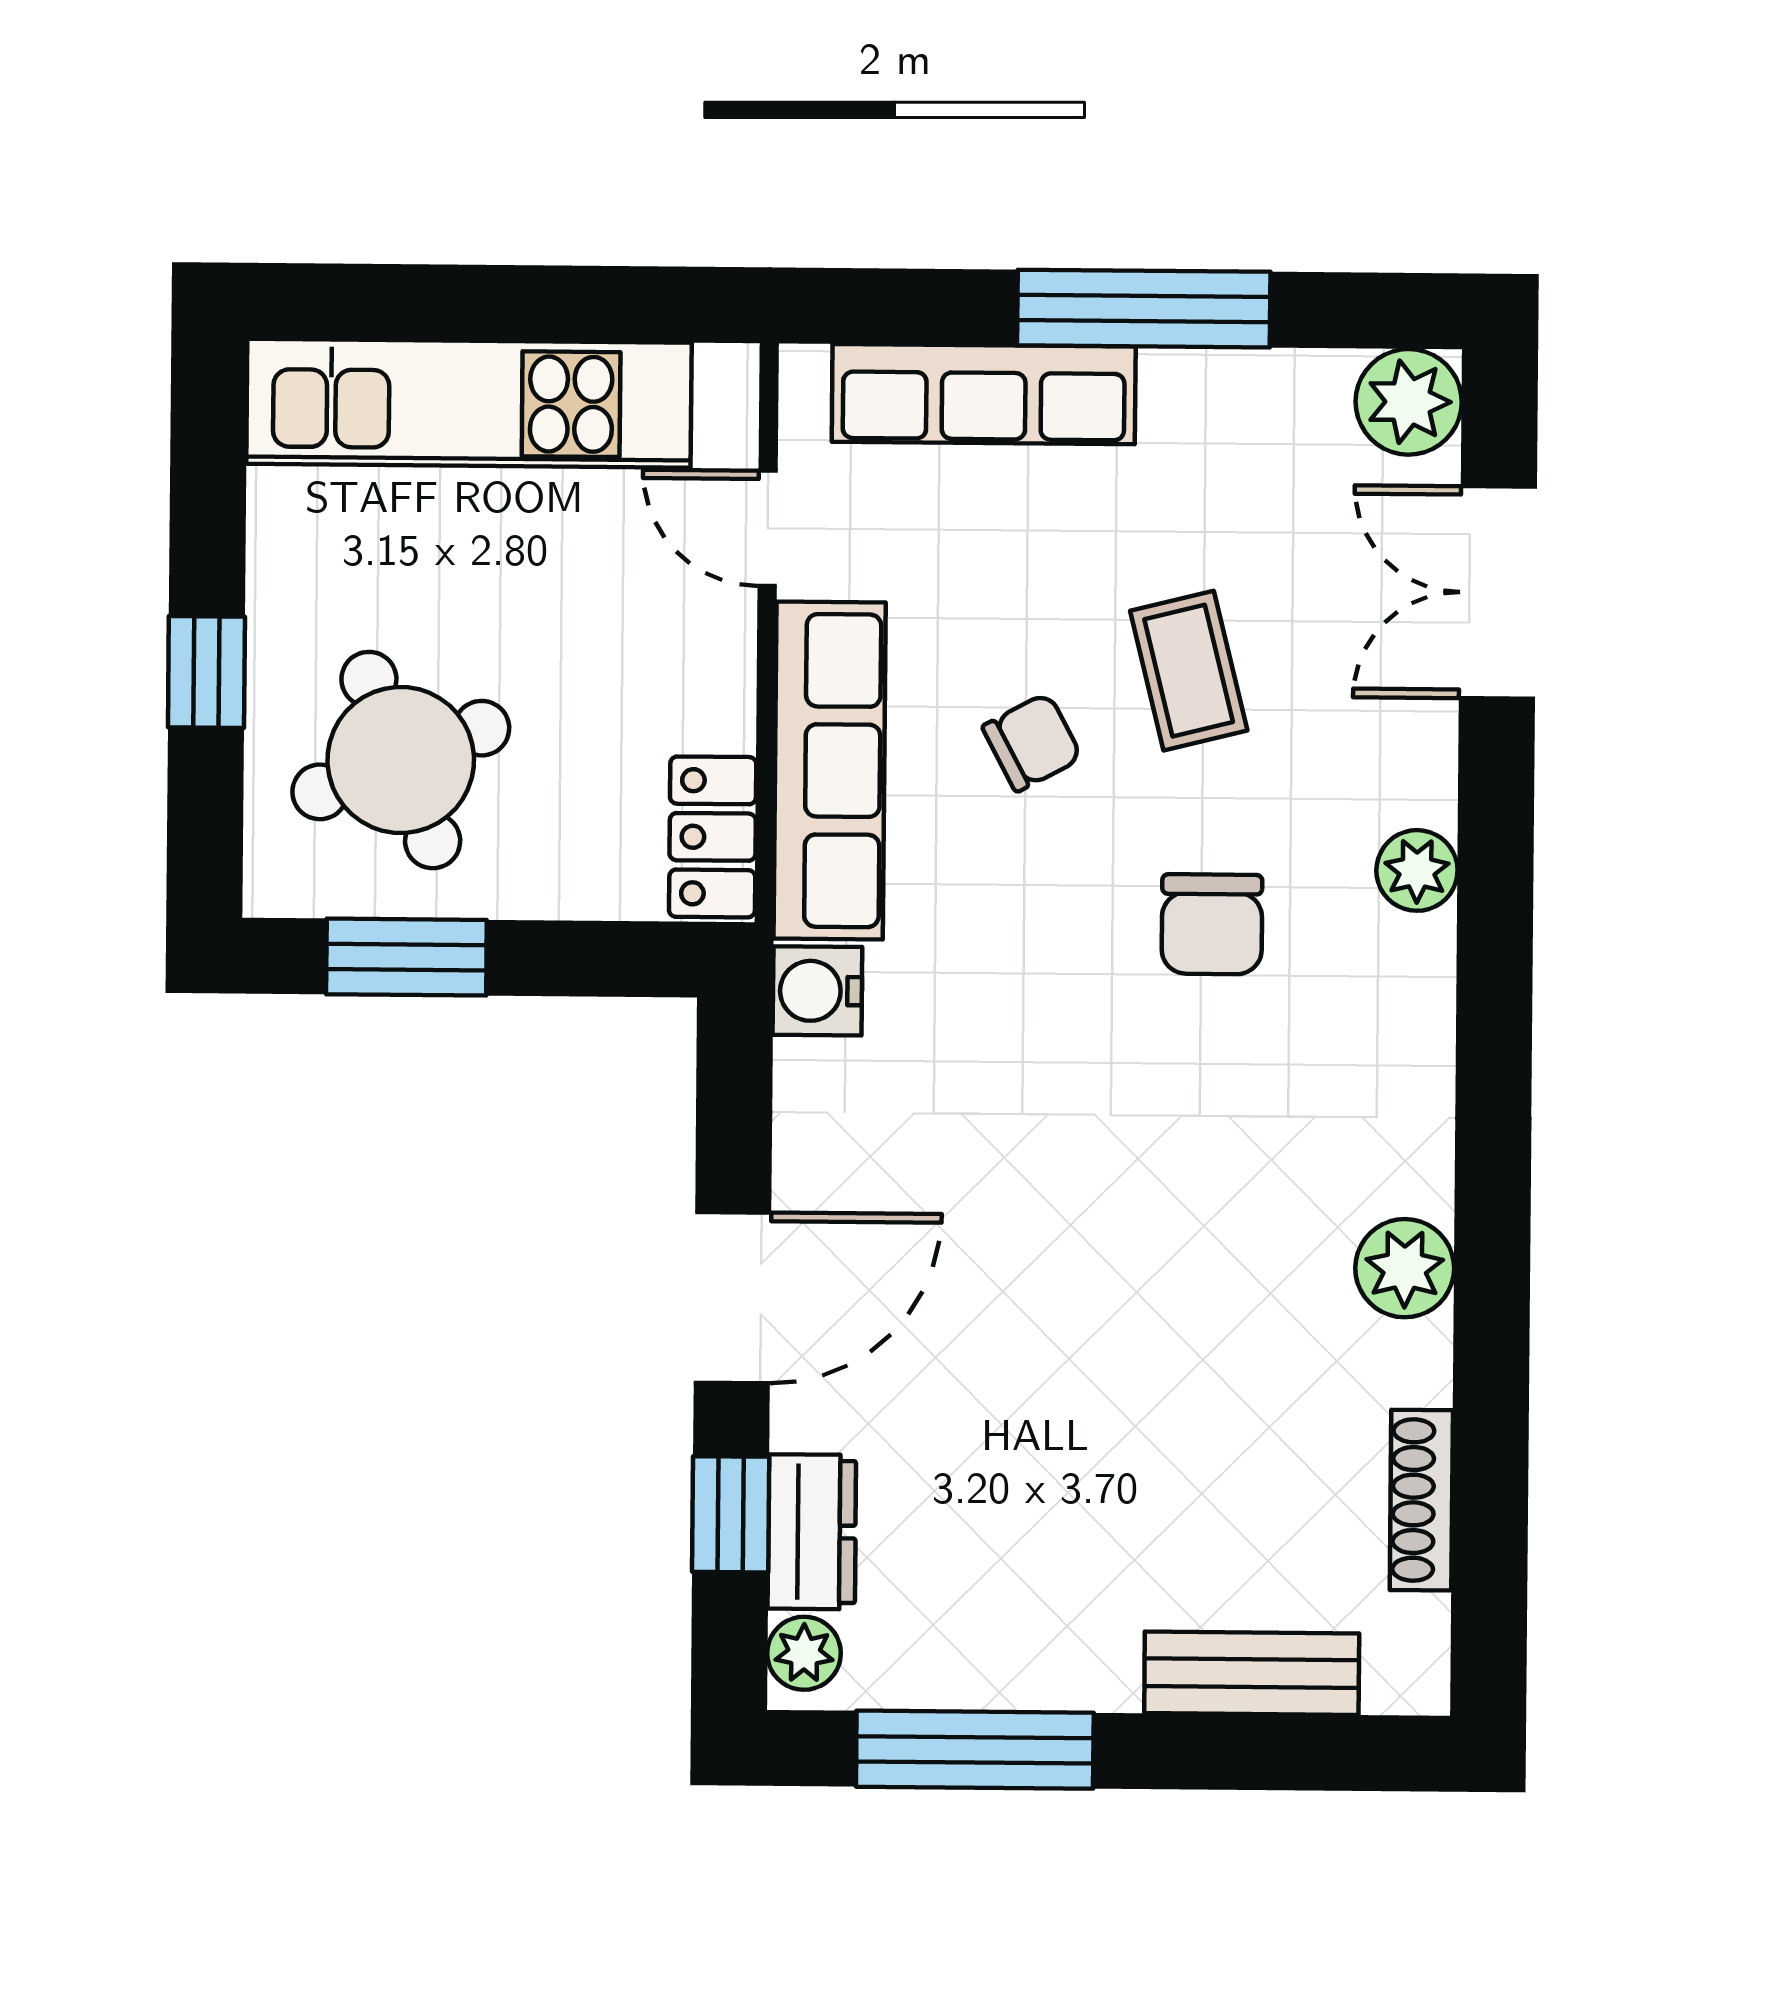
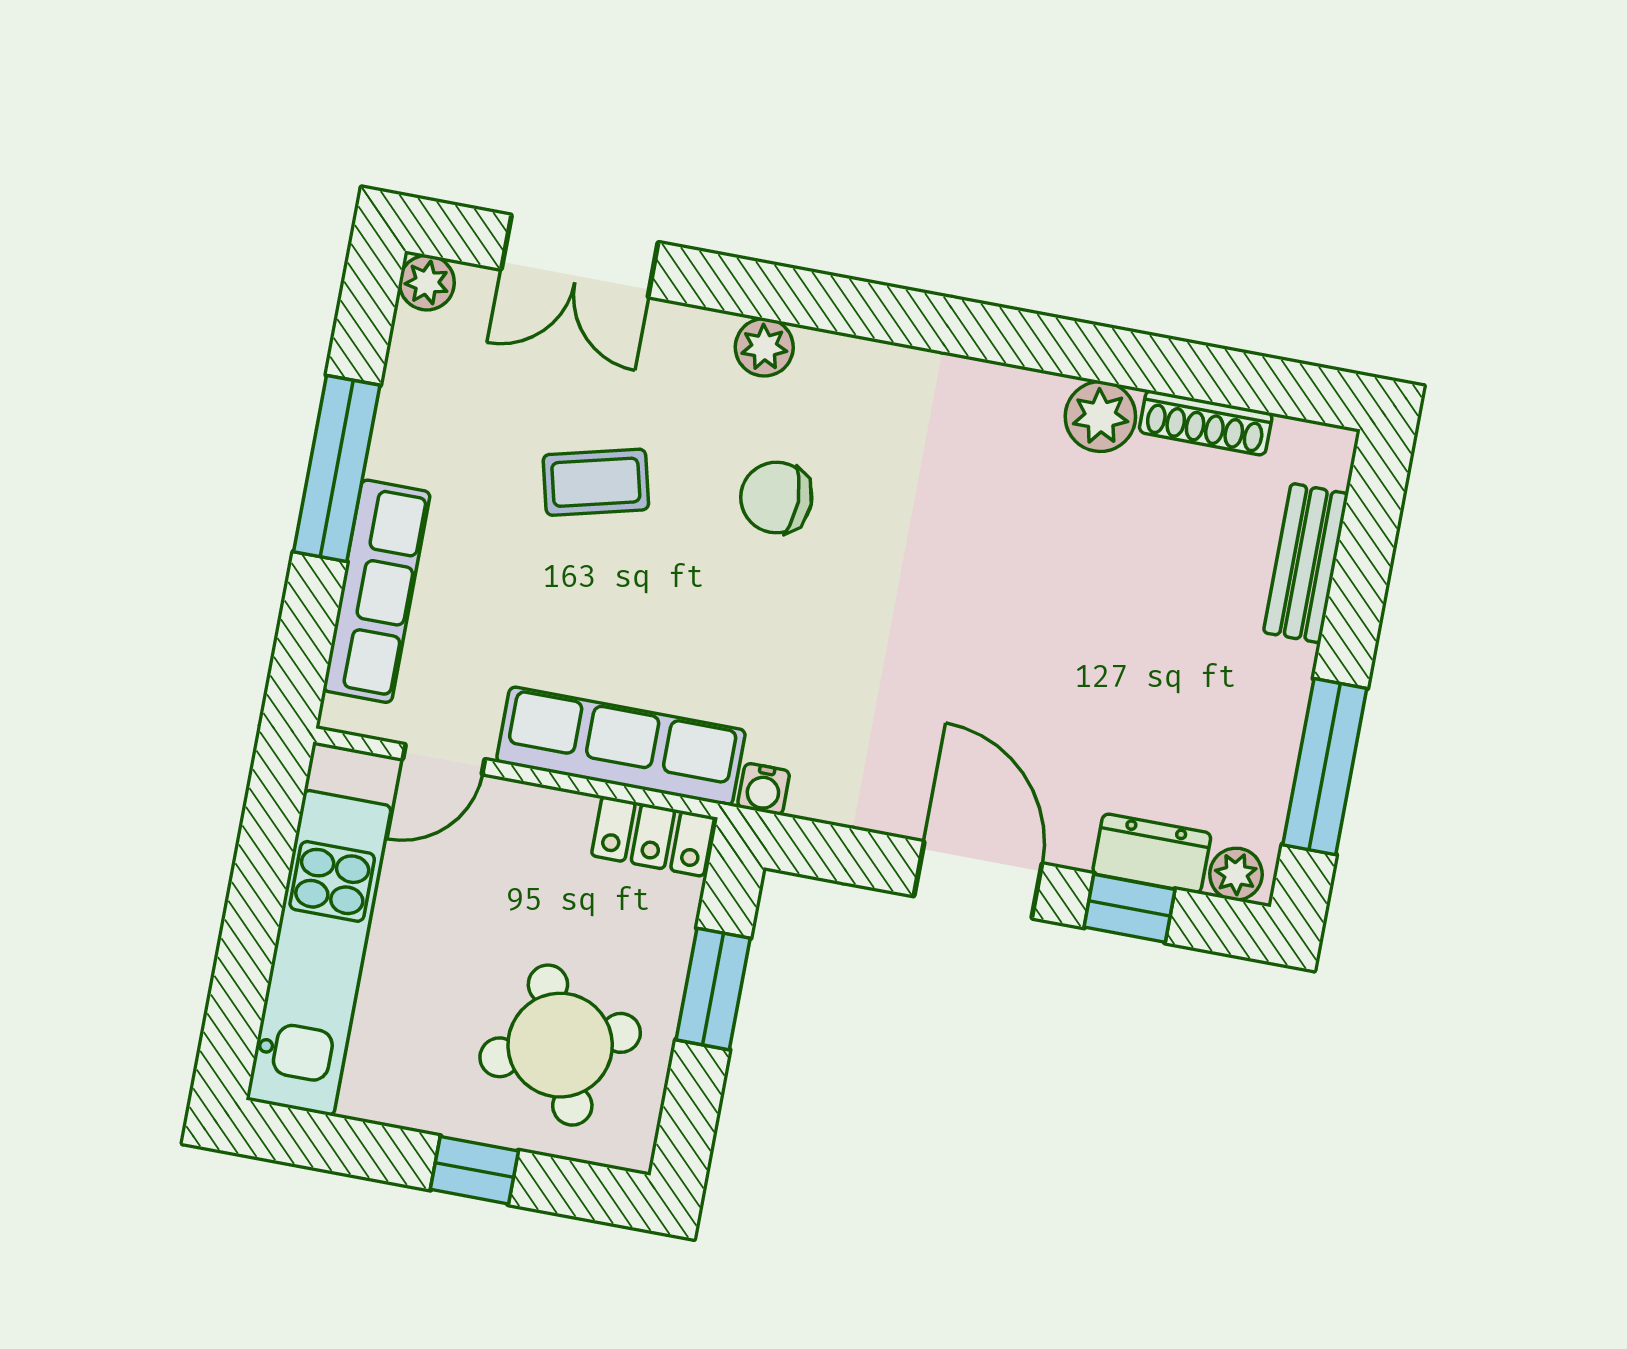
plant: (1409, 402) -> (427, 283), width x0.73, depth x0.73
chair: (1032, 742) -> (626, 601), removed
chair: (1212, 924) -> (776, 498), turned 180
window: (406, 957) -> (713, 989), moved
water cooler: (817, 991) -> (764, 789), width x0.72, depth x0.72
plant: (1405, 1268) -> (1100, 417), moved

